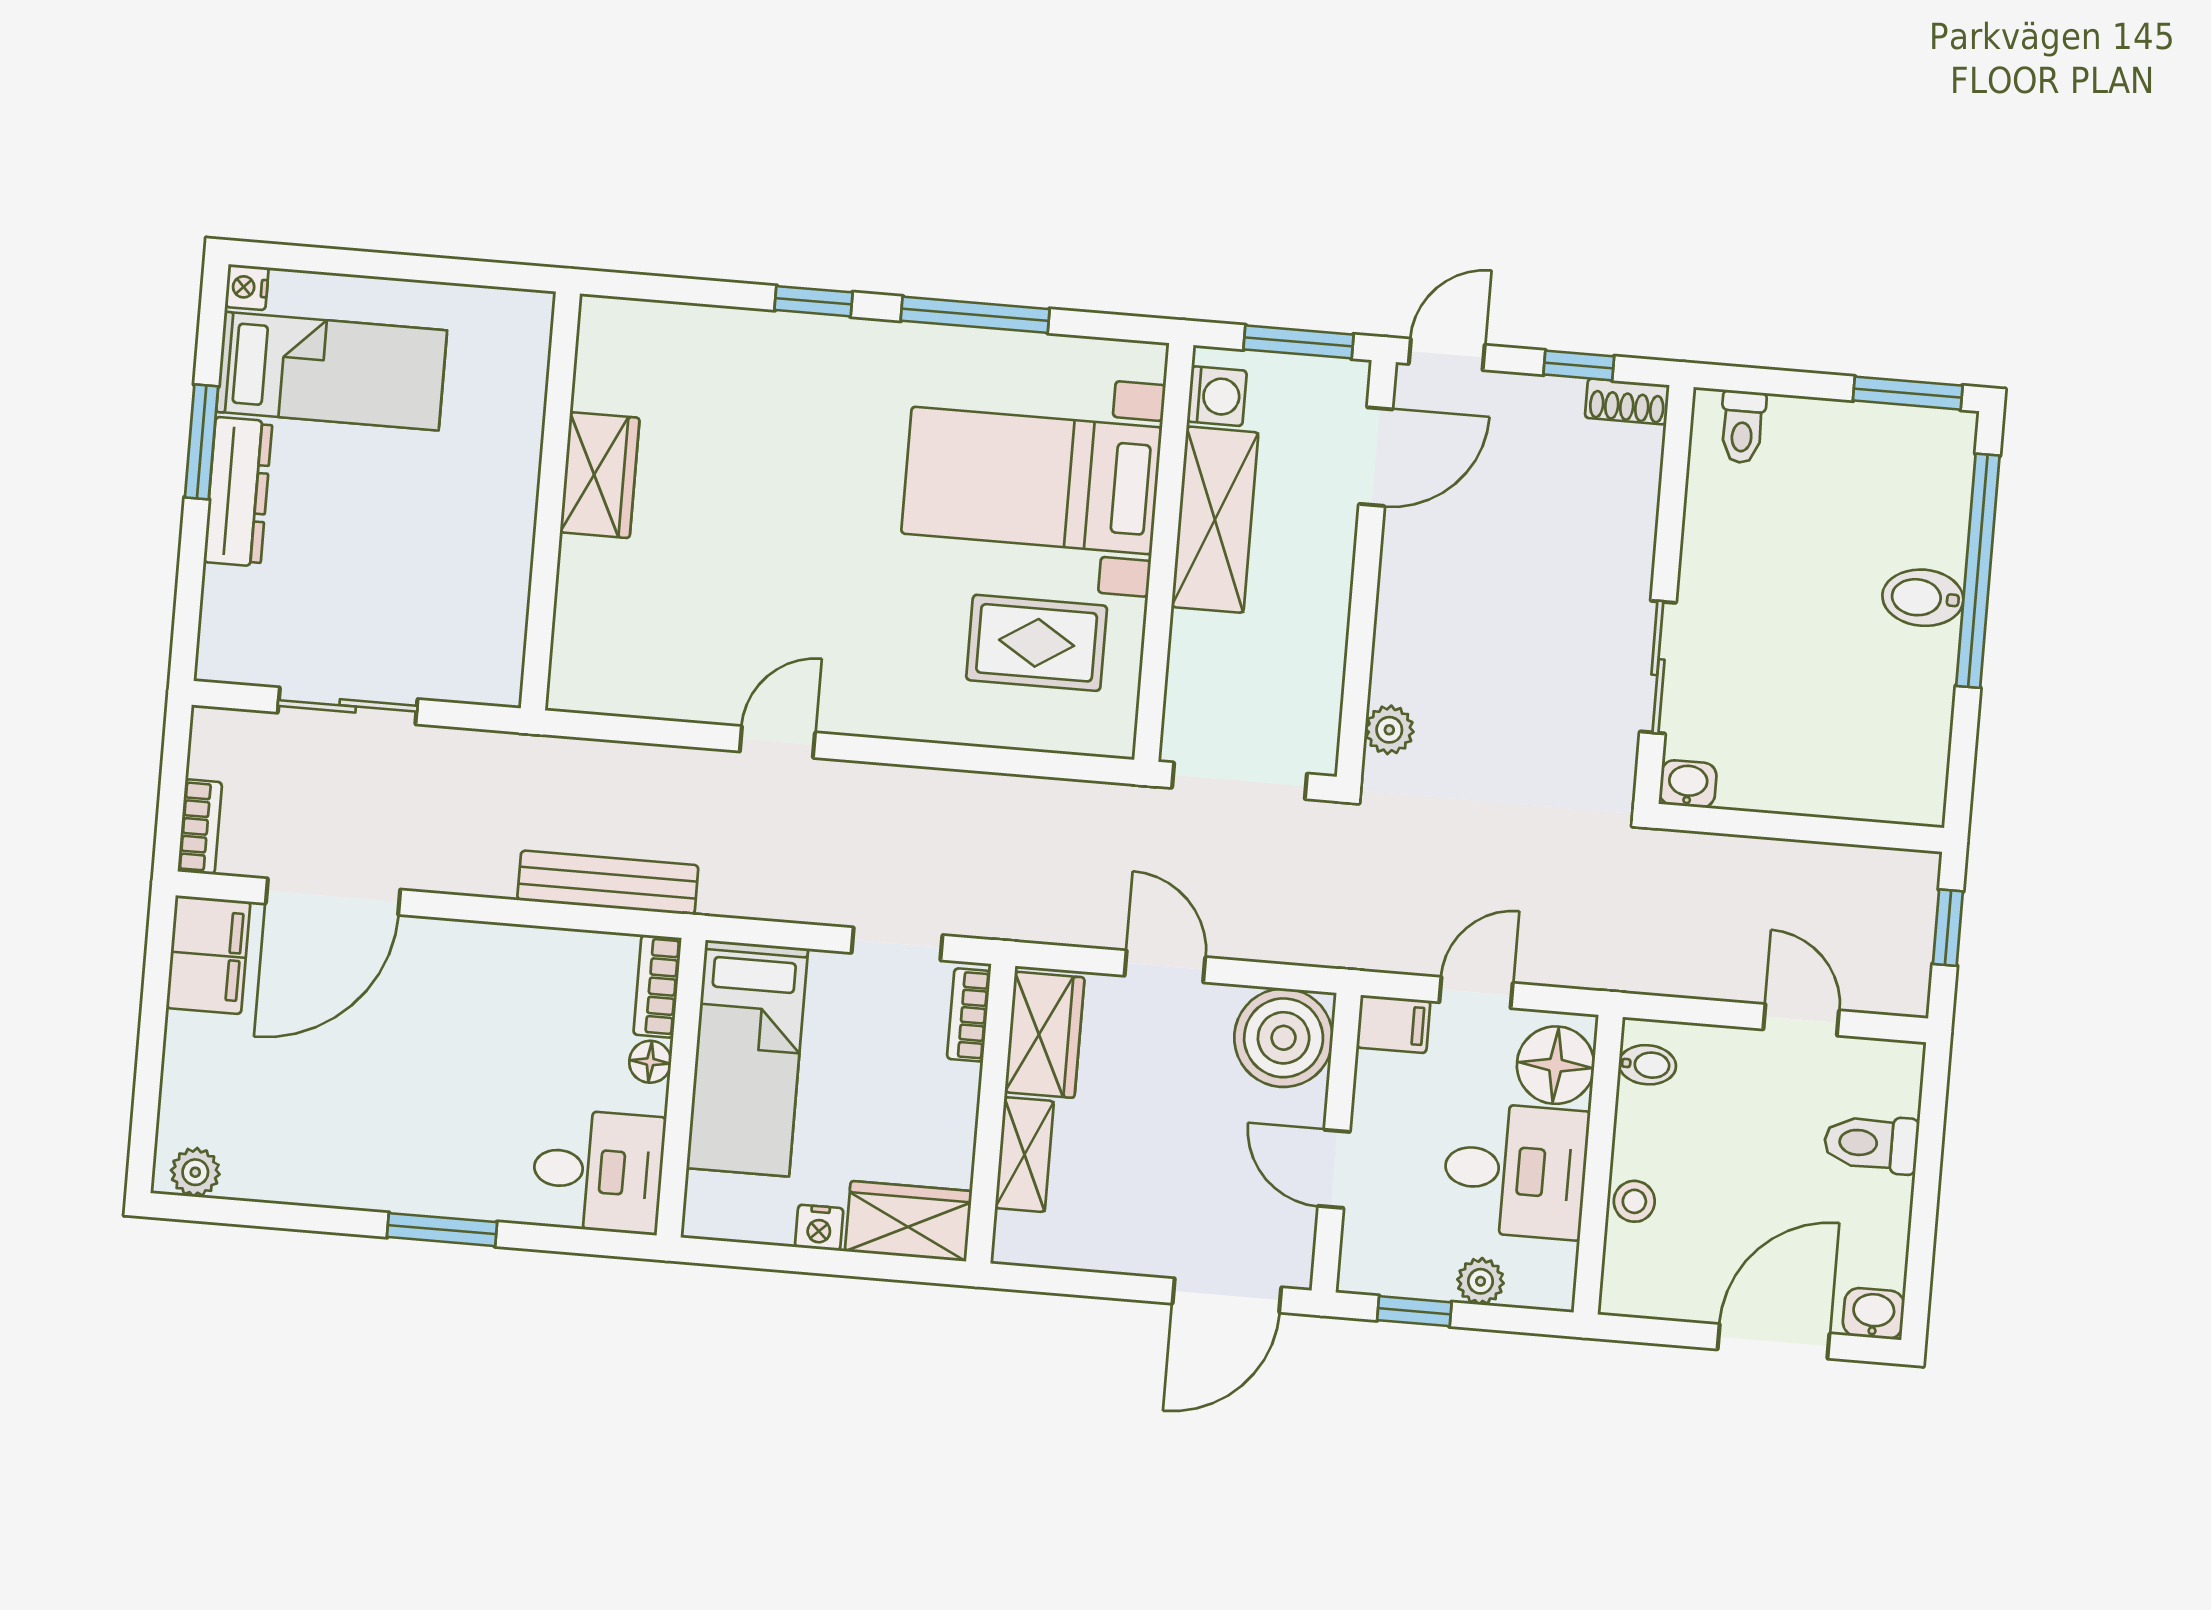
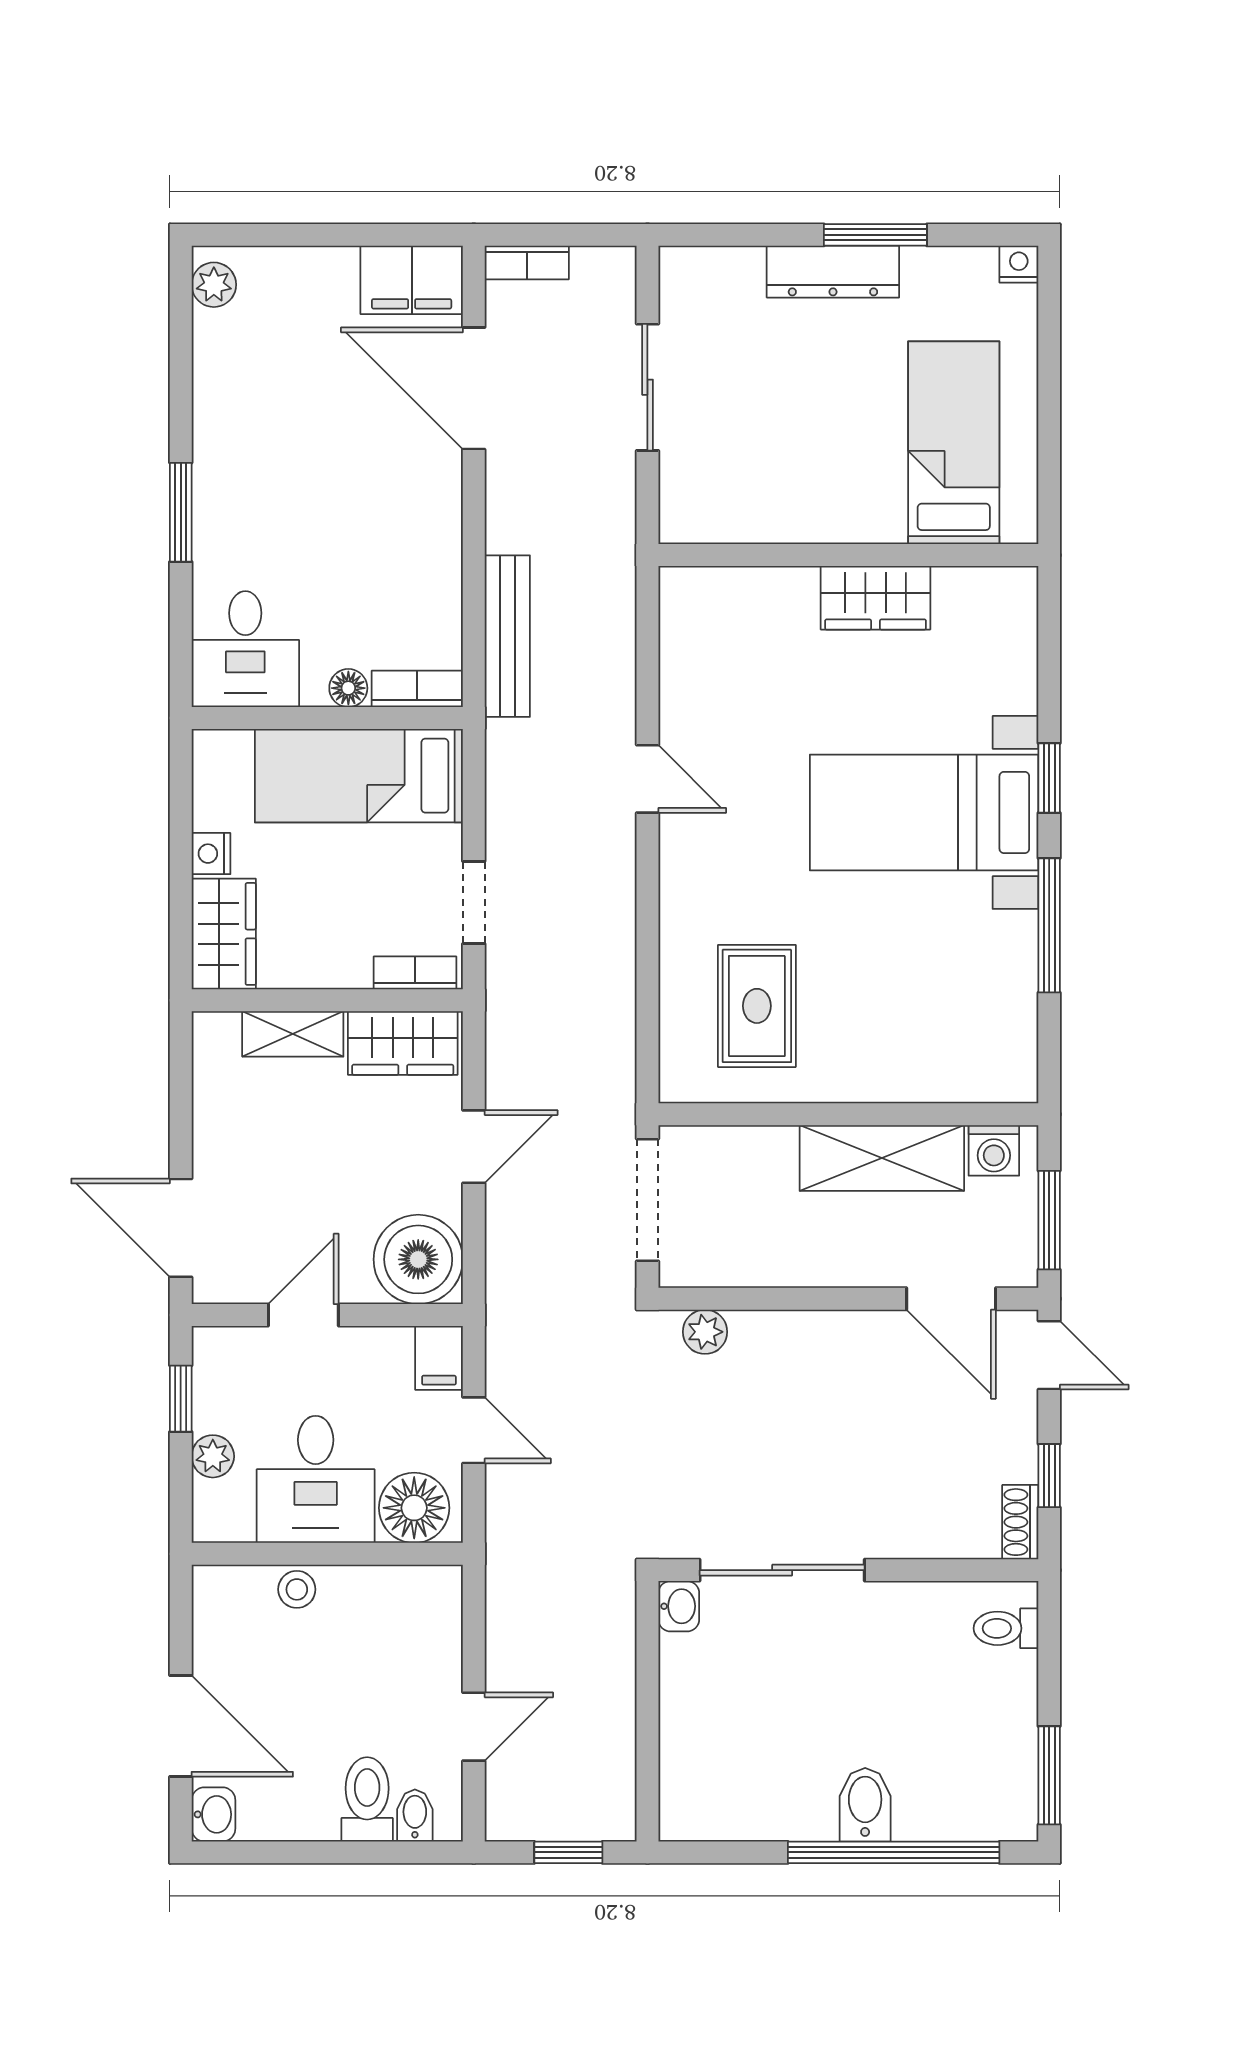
bed: (332, 371) -> (954, 443), moved, turned 180
bed with nightstands: (1032, 481) -> (924, 812), moved, turned -90
sliding door: (1658, 667) -> (782, 1570), width x1.37
bidet: (1647, 1065) -> (415, 1815), moved, turned 180

